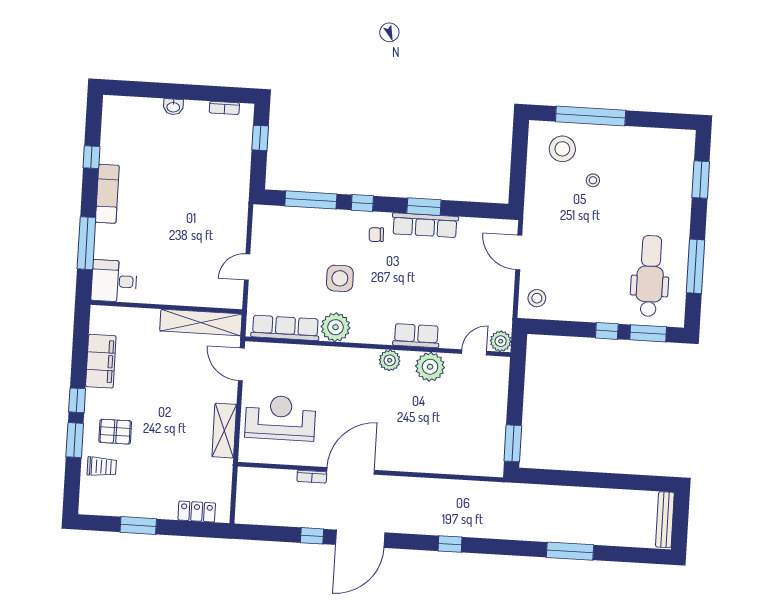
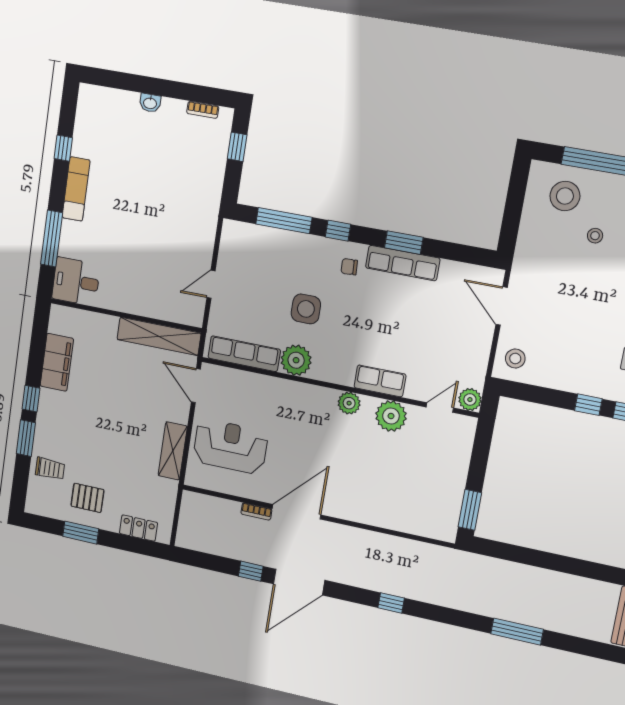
pallet: (115, 432) -> (87, 498), moved

